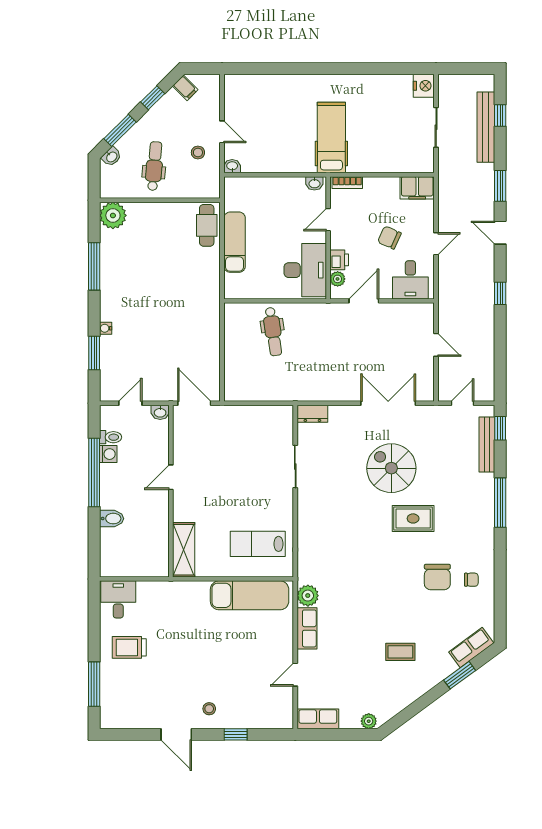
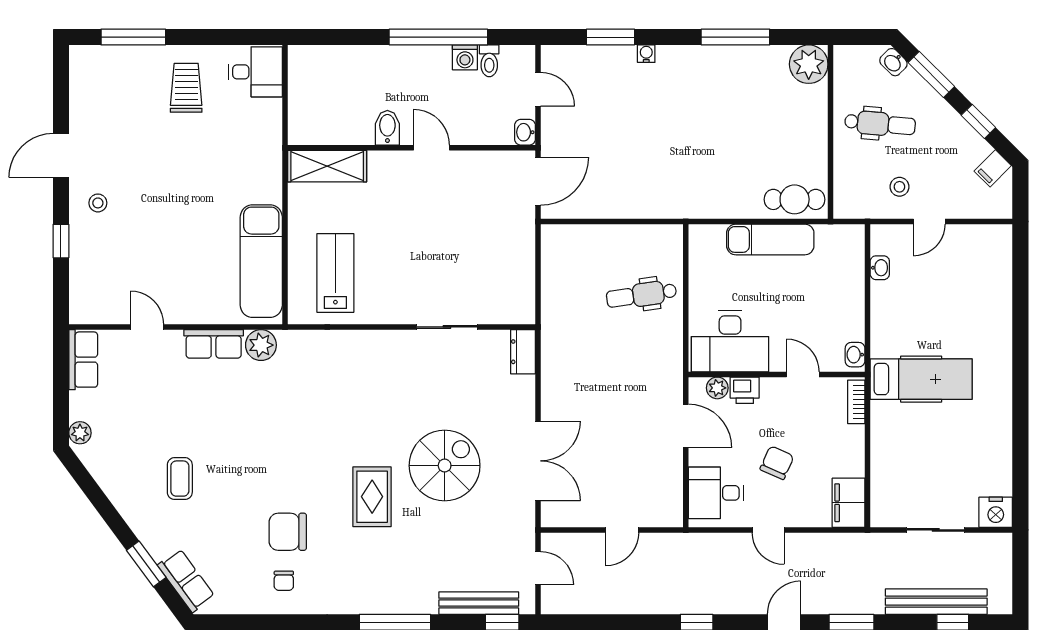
washbasin: (232, 166) -> (880, 268), moved
bidet: (112, 519) -> (387, 128), moved, turned 180

